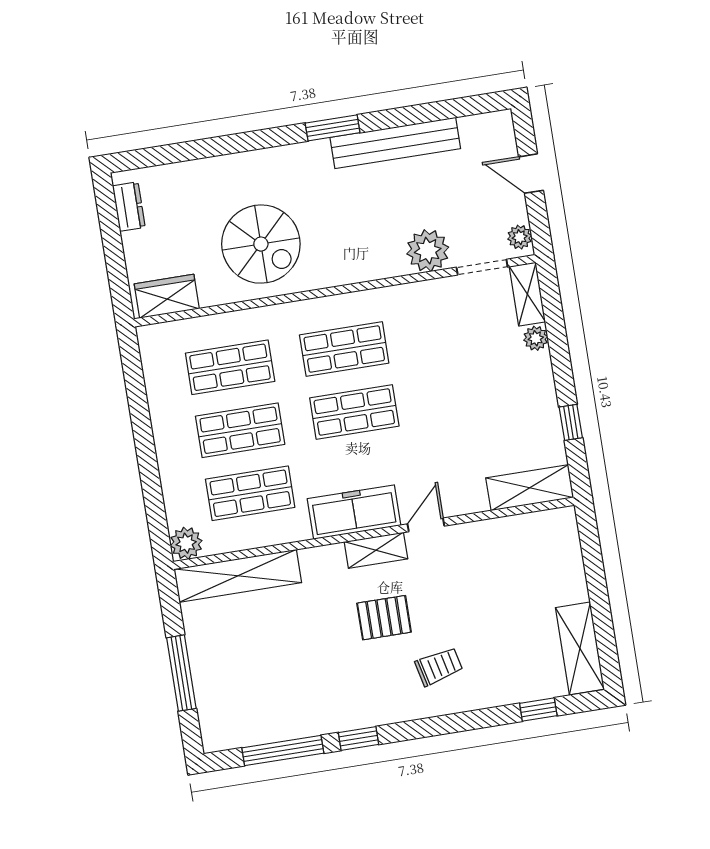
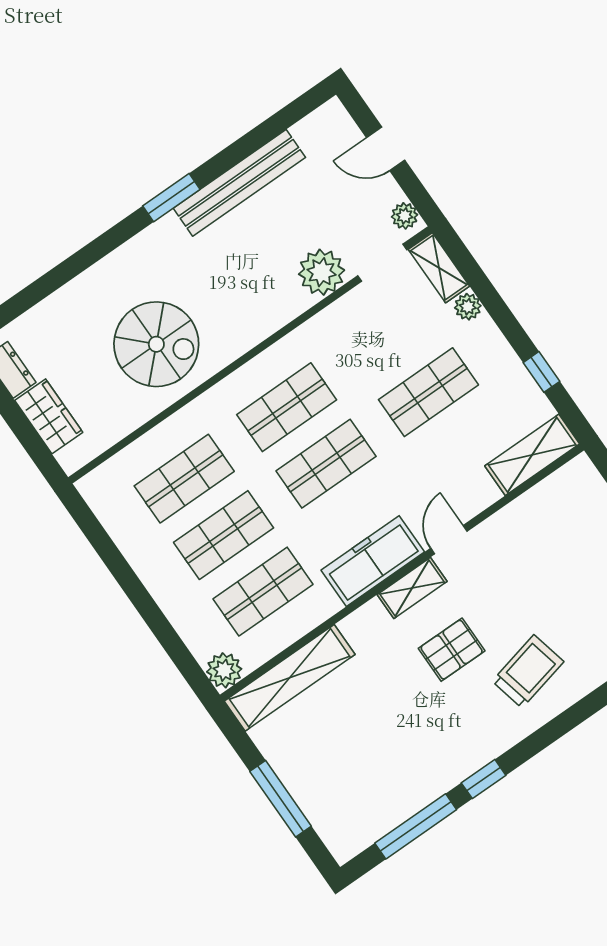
wardrobe: (167, 296) -> (49, 416), moved, turned 90
shop shelf: (468, 394) -> (428, 392), added
trolley: (439, 667) -> (528, 671), width x1.36, depth x1.39

